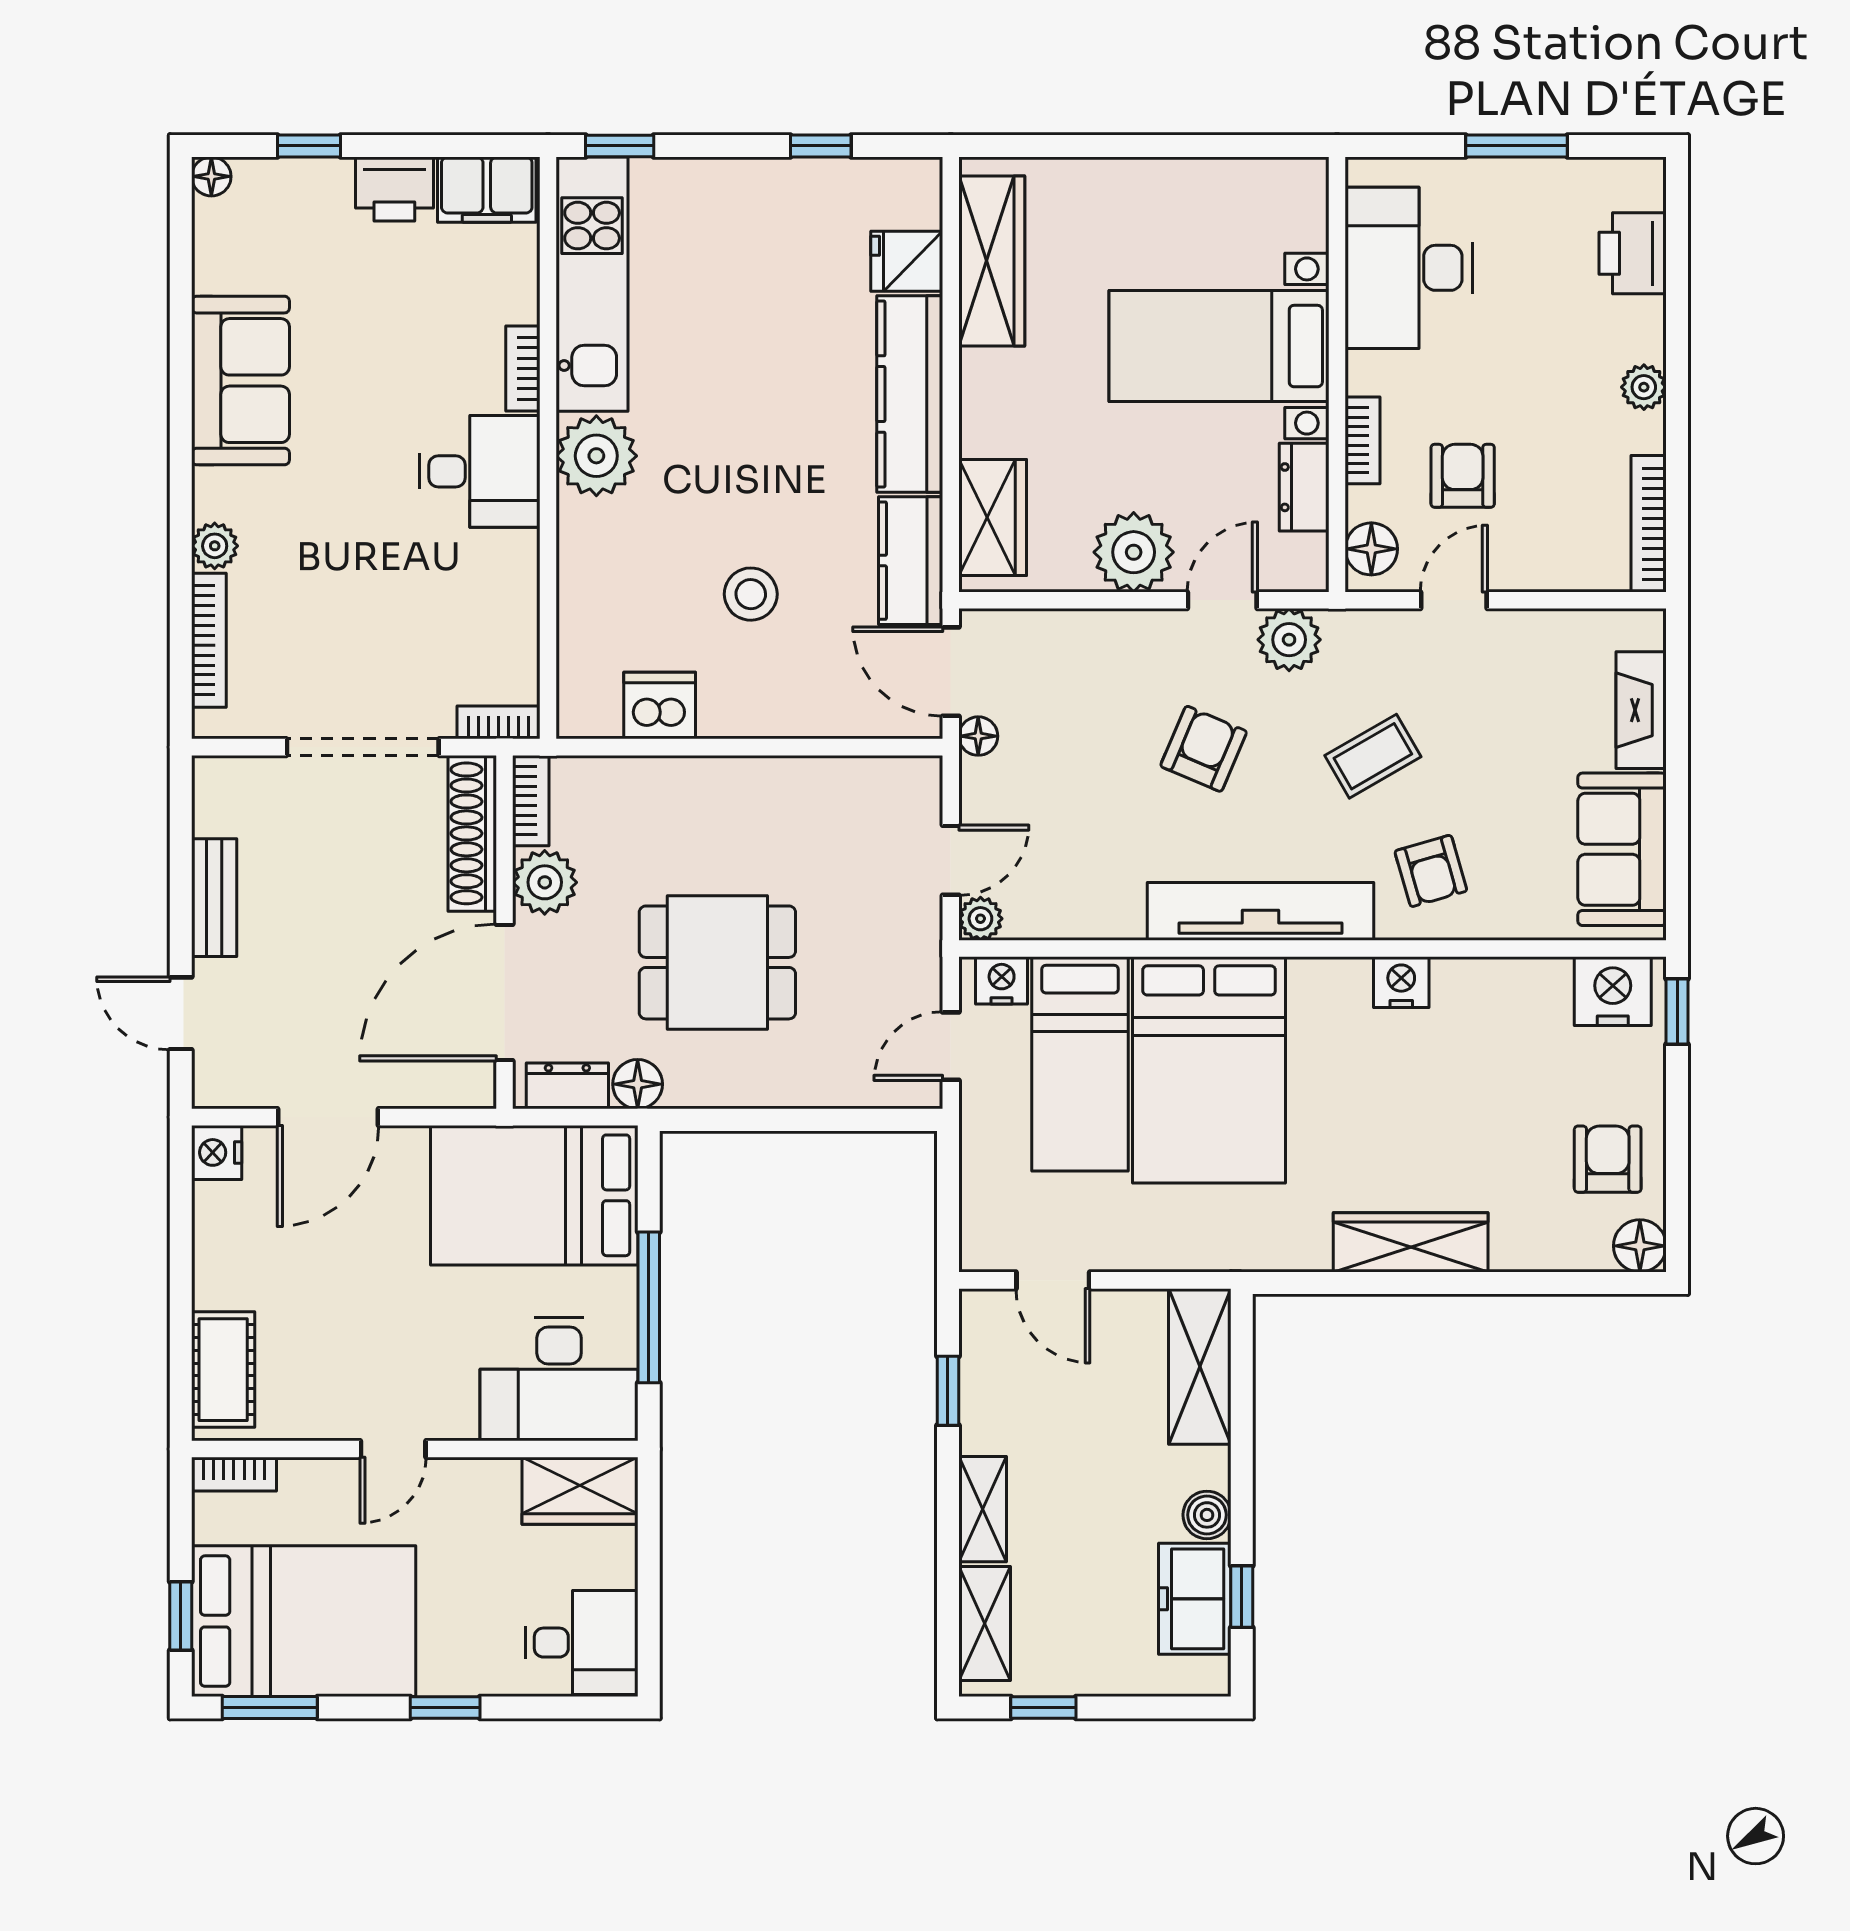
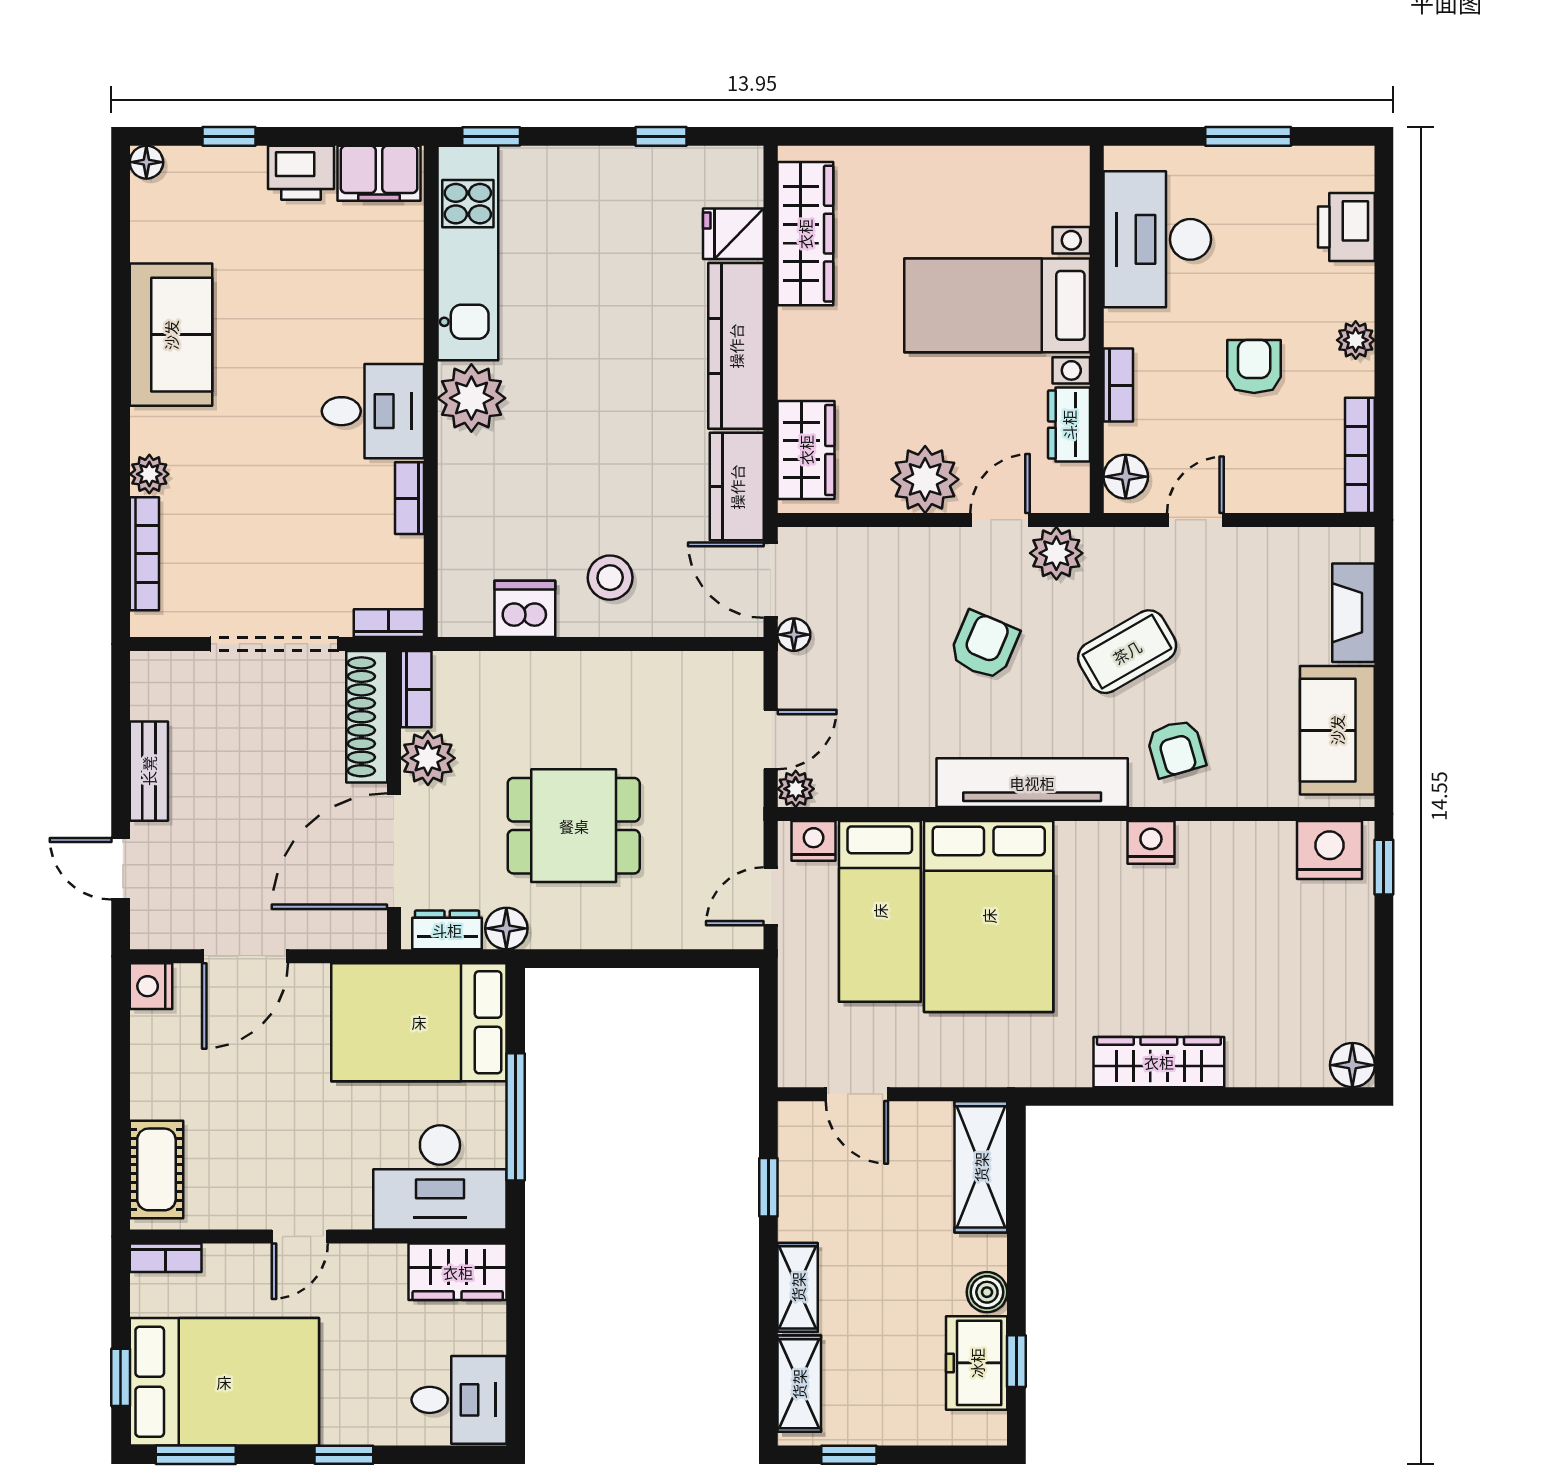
bookcase: (523, 368) -> (409, 498), moved
armchair: (1463, 476) -> (1254, 366), moved
stool: (751, 594) -> (610, 578), moved
coffee table: (1373, 756) -> (1127, 652), width x1.36, depth x1.30
armchair: (1608, 1159) -> (1325, 992), removed

